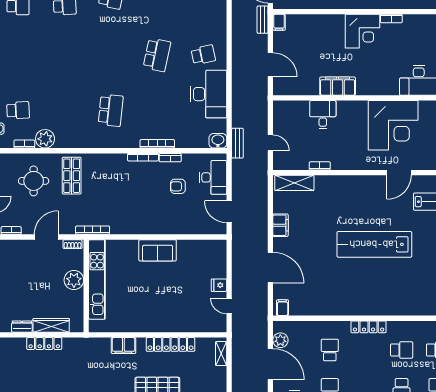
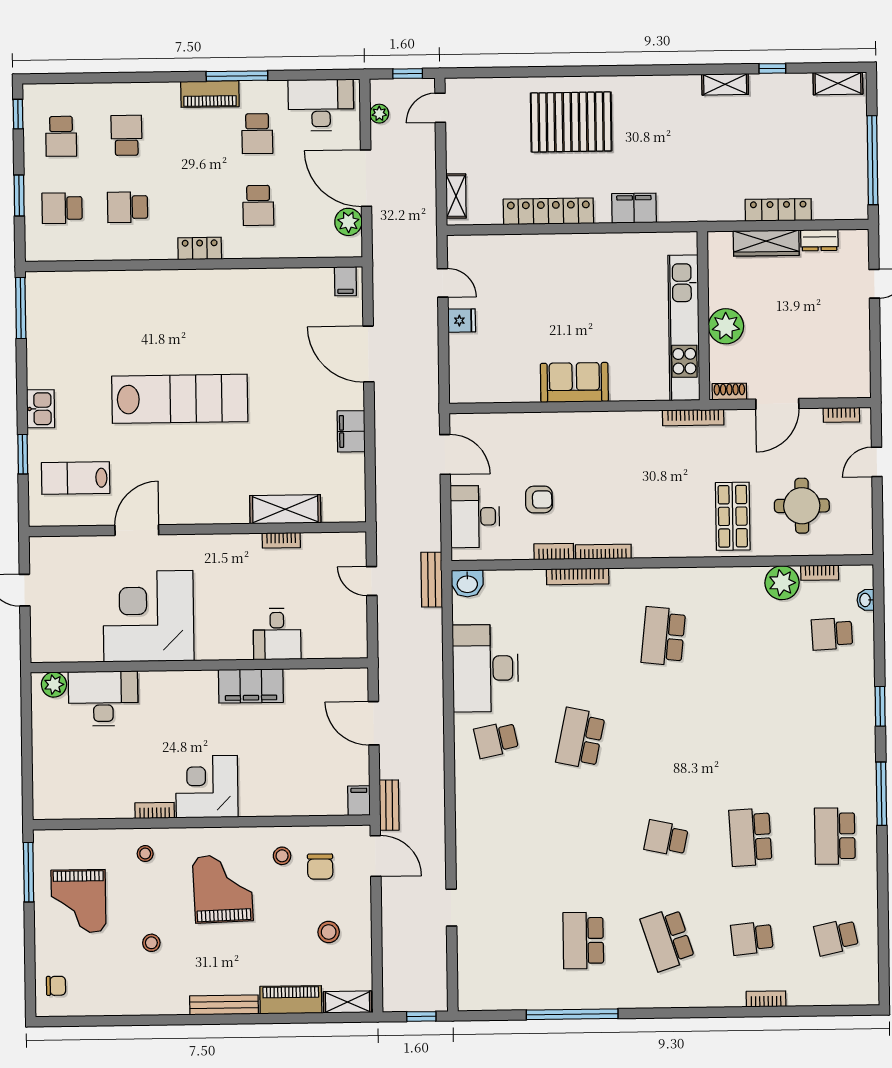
shelving: (294, 183) -> (285, 509), moved
locker: (369, 327) -> (200, 248), width x0.66

